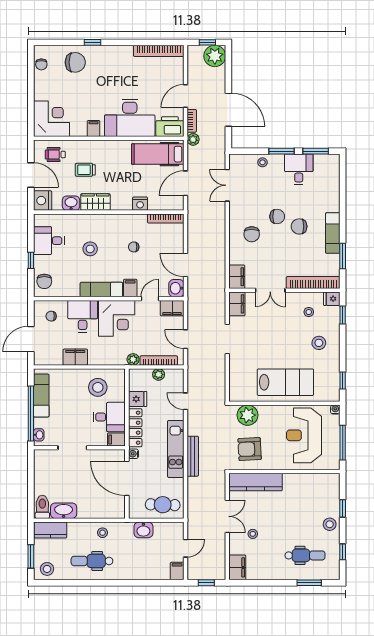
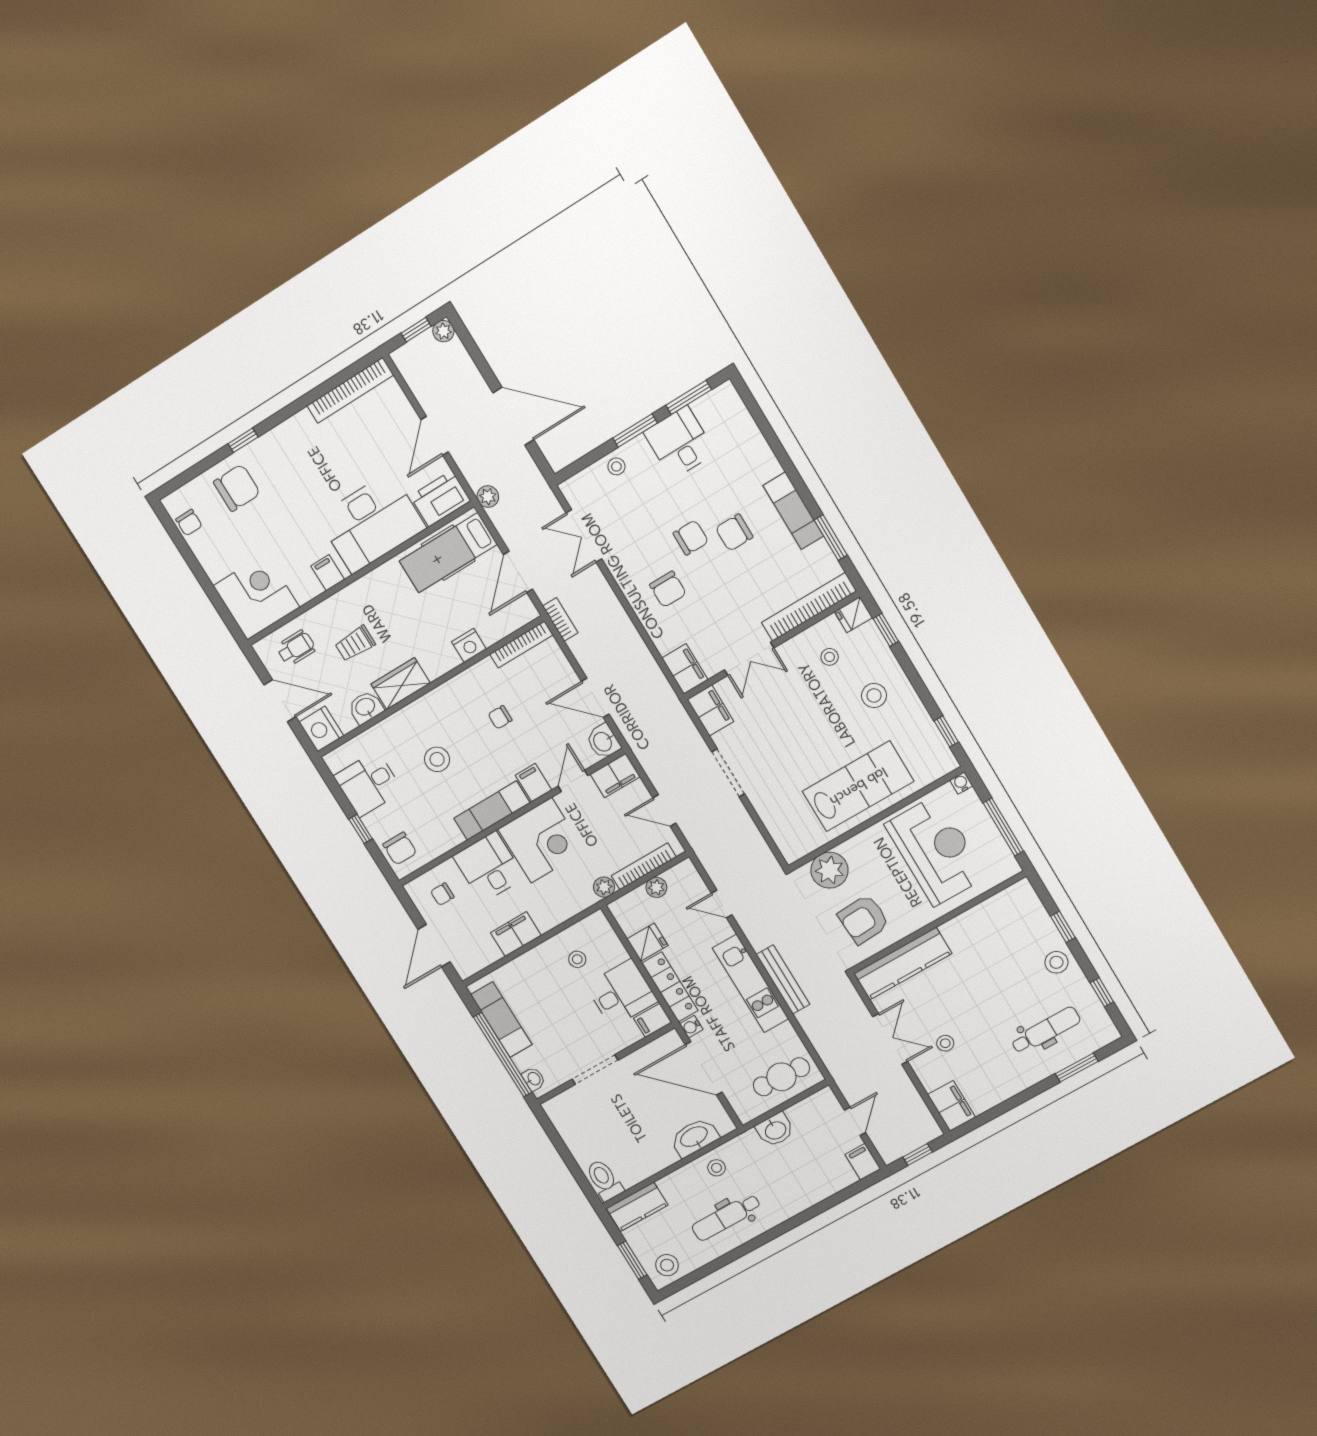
plant: (215, 56) -> (443, 331), width x0.53, depth x0.53
bookcase: (192, 121) -> (560, 619), moved
wheelchair: (55, 155) -> (296, 648), turned 180
stool: (98, 387) -> (577, 959), width x0.53, depth x0.53
reception desk: (304, 435) -> (936, 851), turned 180
washbasin: (64, 511) -> (694, 1137), moved

